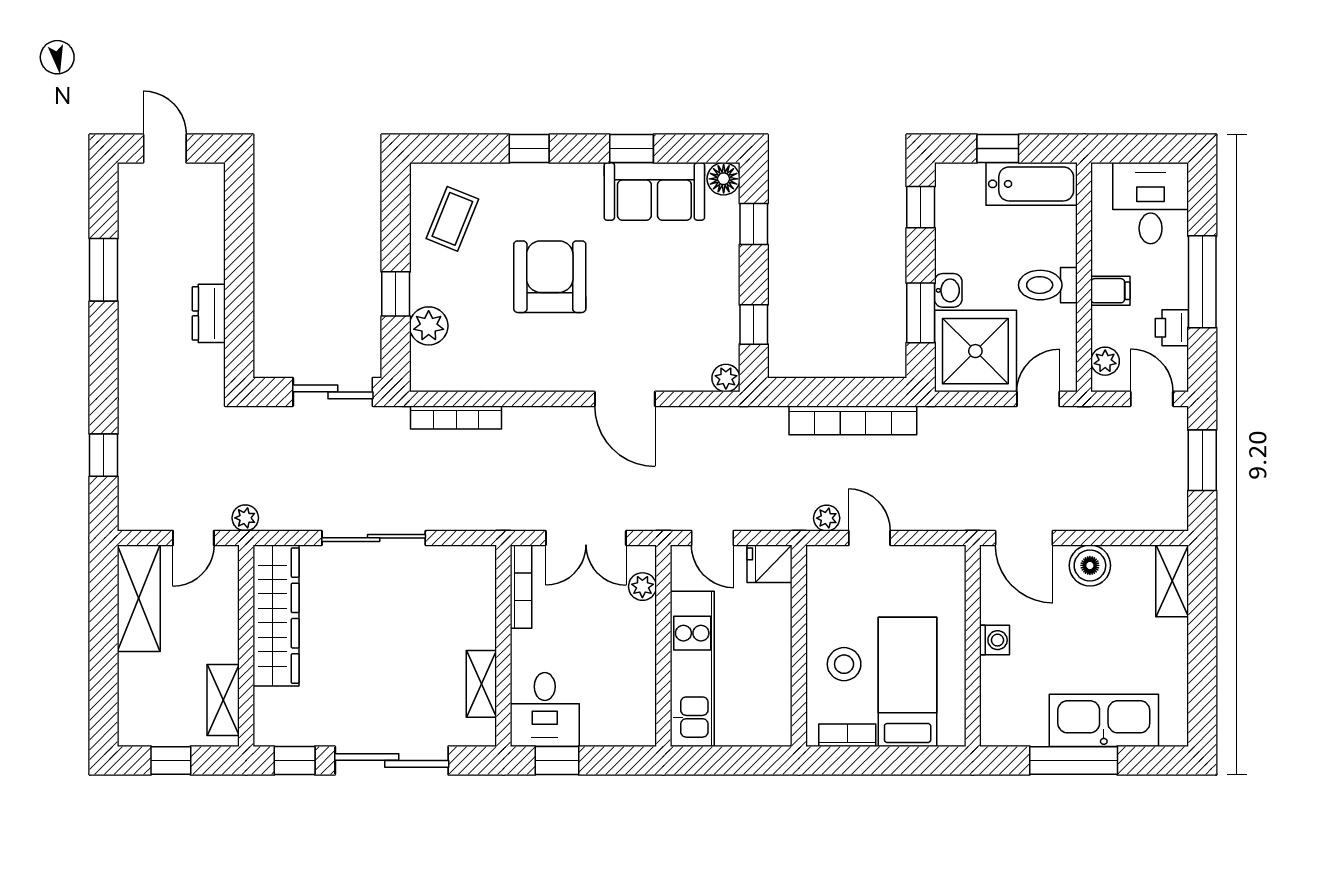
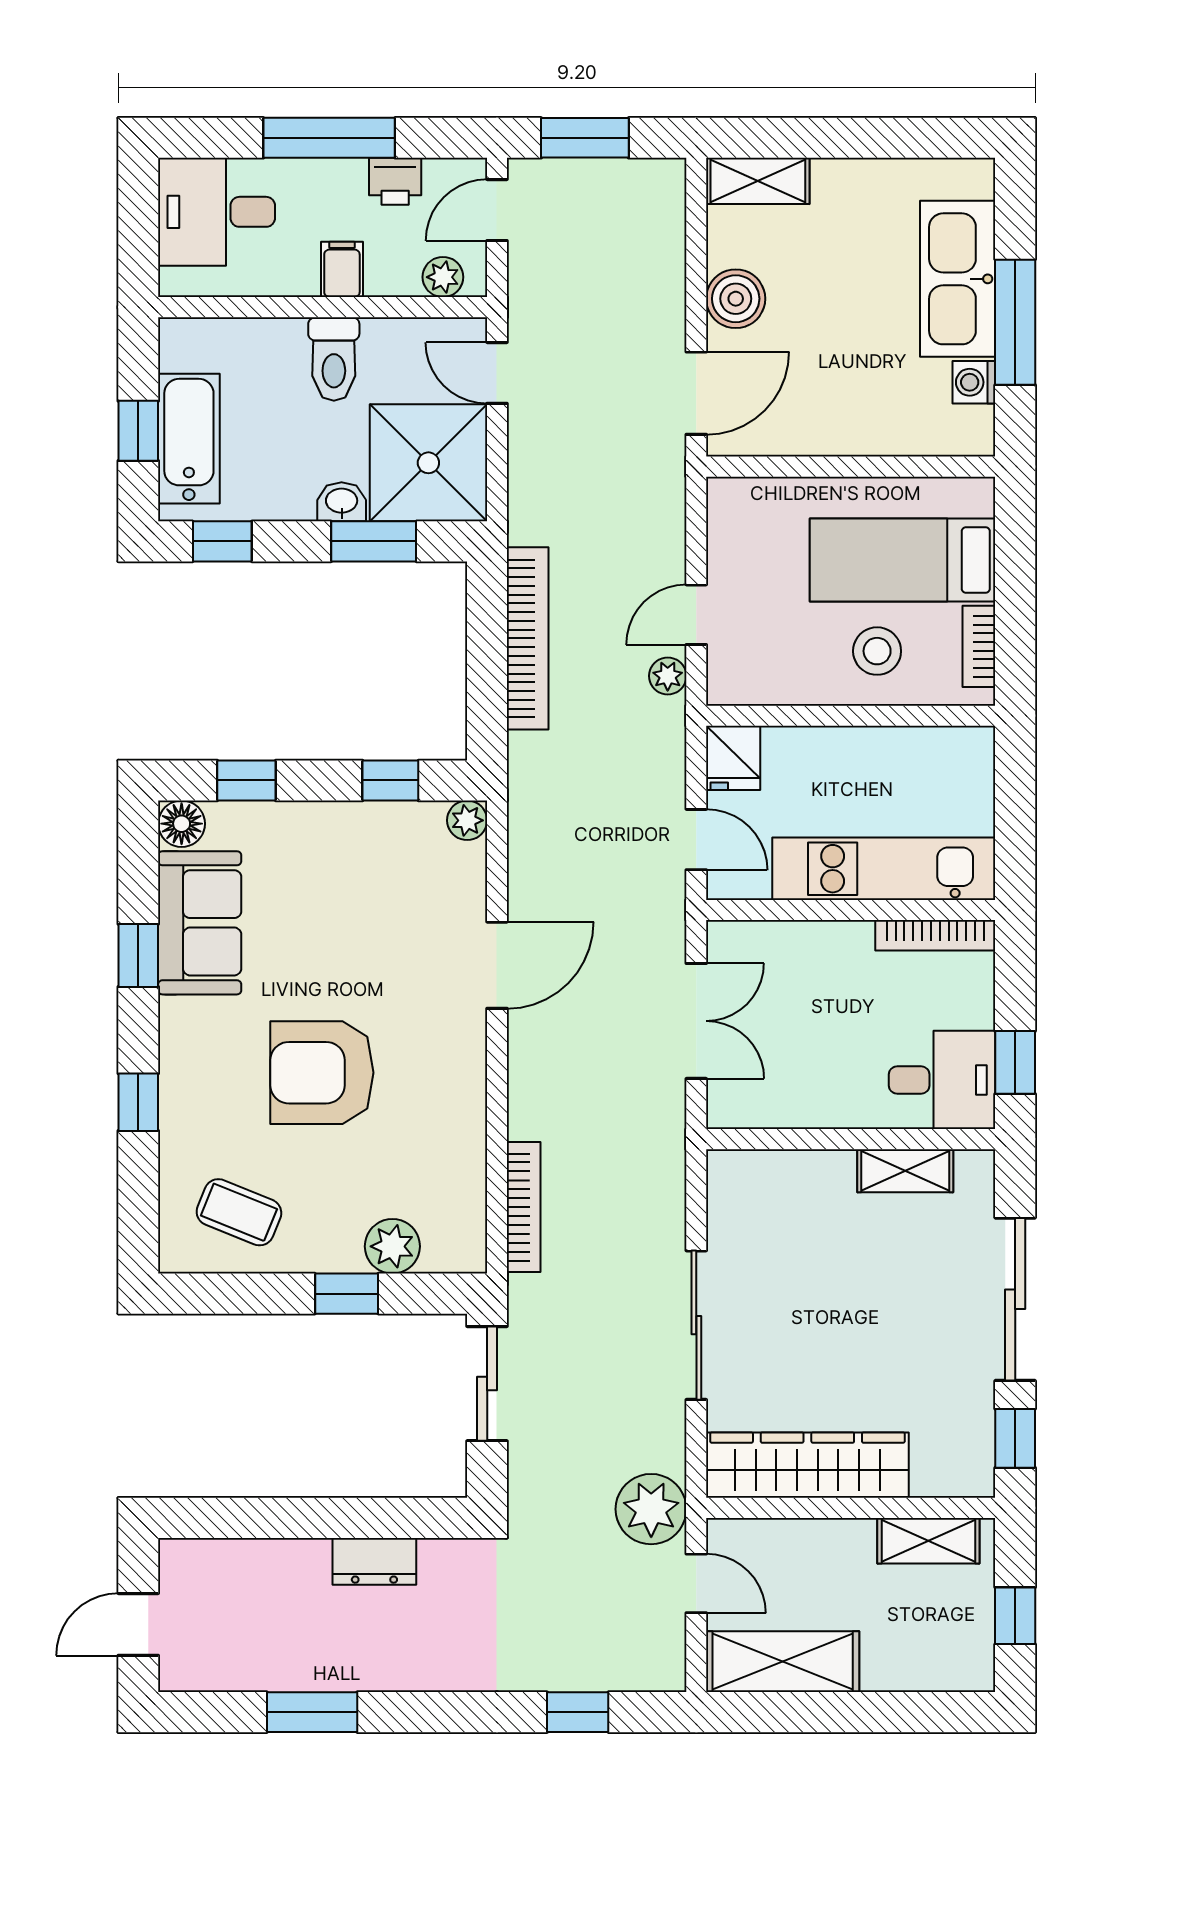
bathtub: (1032, 184) -> (189, 439), moved
plant: (245, 518) -> (651, 1509), width x1.87, depth x1.87
door: (712, 538) -> (696, 840), hinge flipped
bookcase: (521, 587) -> (935, 935), moved, turned 180
plant: (642, 587) -> (766, 940), removed
washing machine: (995, 640) -> (974, 382), moved, turned -90

